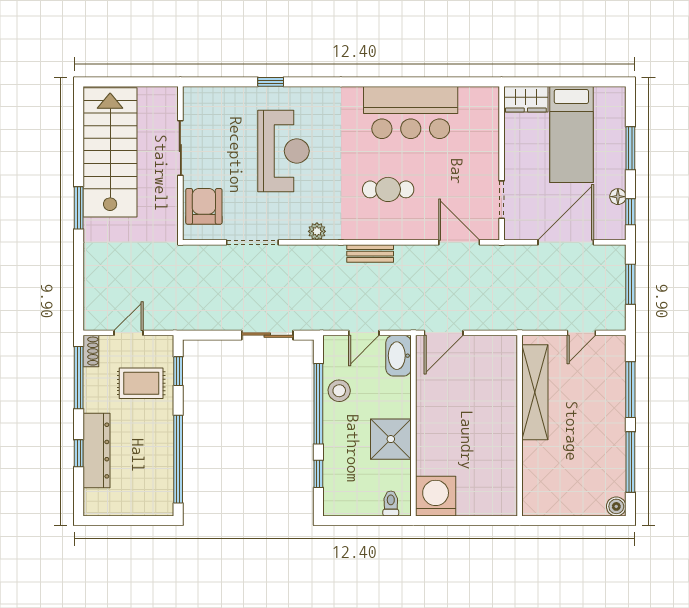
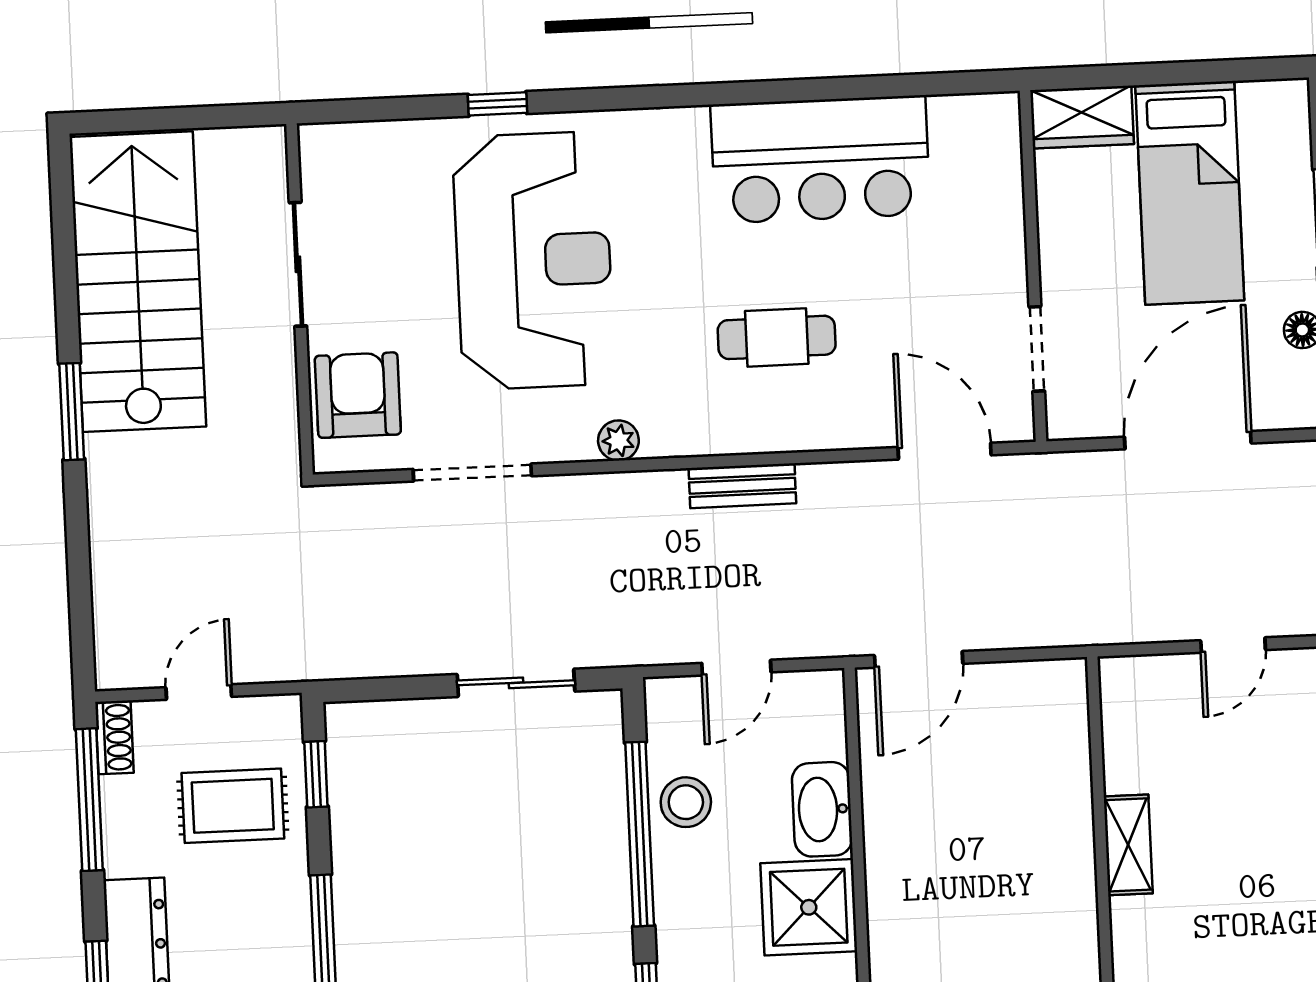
reception desk: (283, 151) -> (534, 260), width x1.36, depth x1.30
washbasin: (399, 356) -> (822, 809), moved
shelving: (535, 392) -> (1128, 845), width x0.45, depth x0.75

